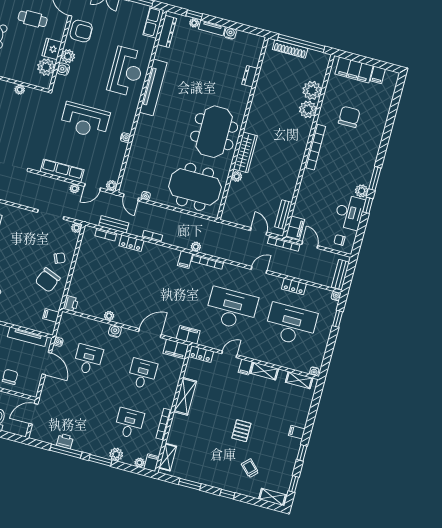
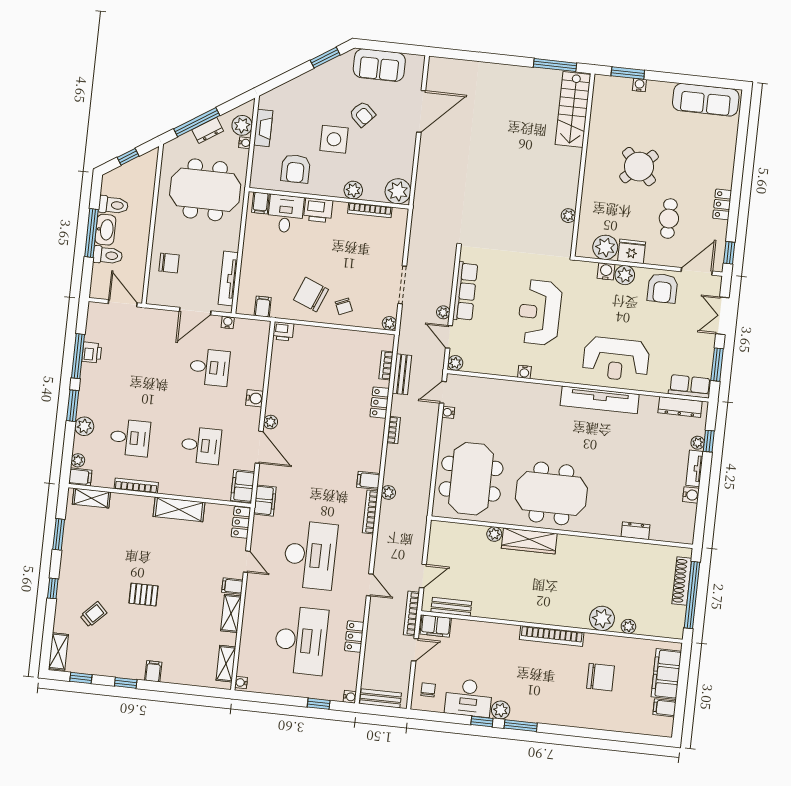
plant: (312, 90) -> (628, 626), width x0.53, depth x0.53
plant: (109, 316) -> (271, 422), moved

